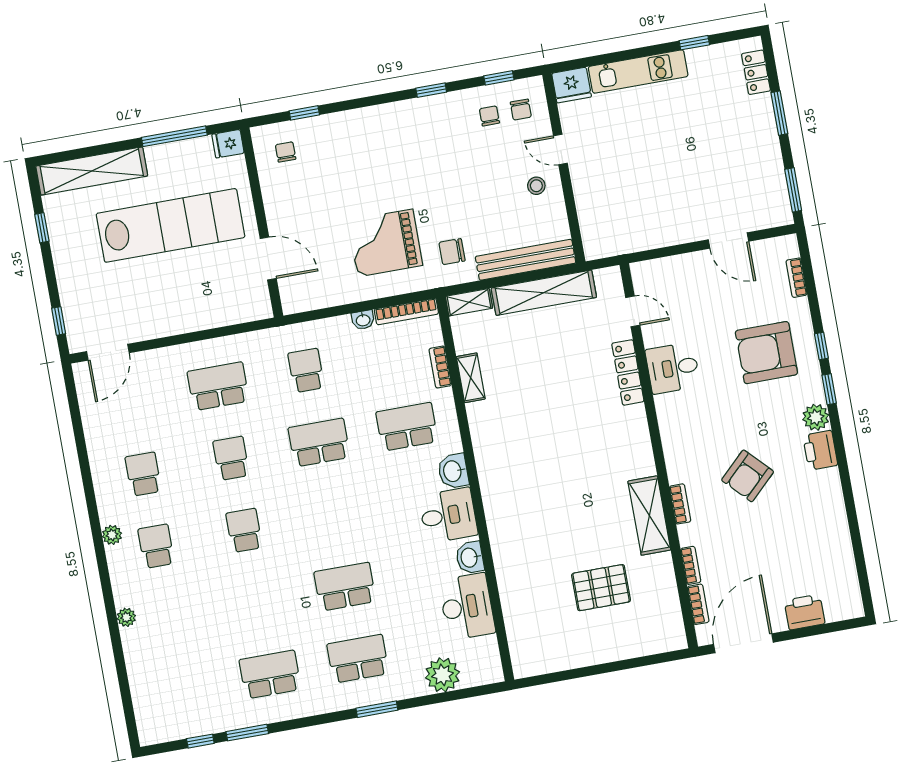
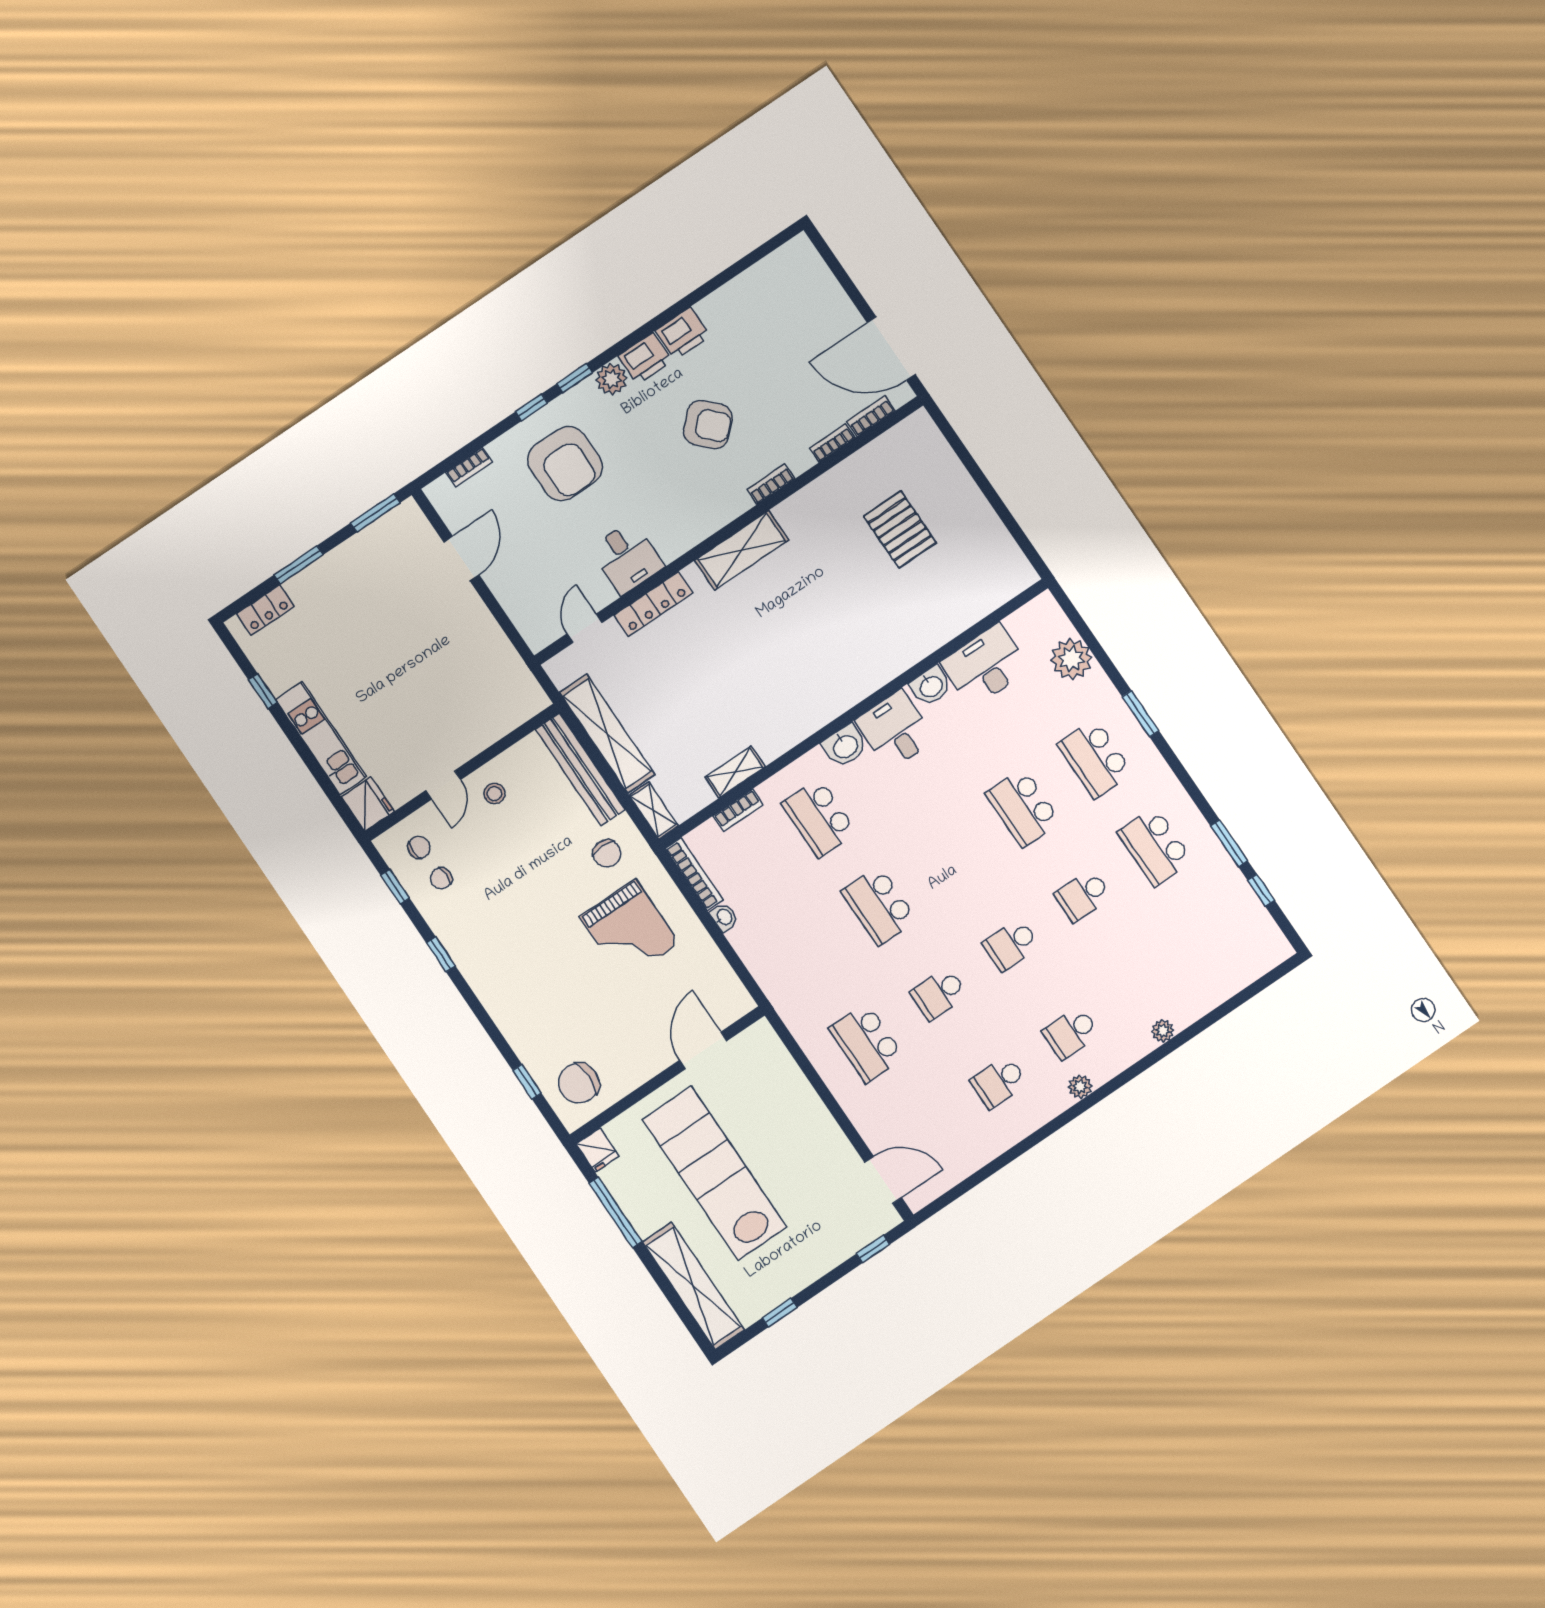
chair: (286, 152) -> (579, 1083), width x1.87, depth x1.87
school desk: (306, 370) -> (1083, 896), moved
shelving: (649, 516) -> (742, 550), moved
printer: (805, 612) -> (683, 333), moved, turned -90

